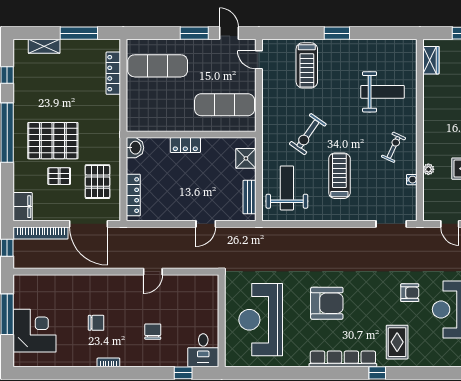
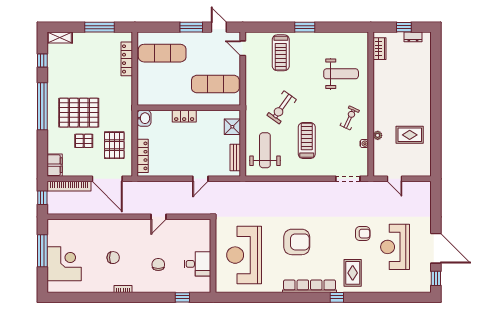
shelving: (44, 46) -> (60, 38), moved
desk: (203, 350) -> (197, 264), moved, turned -90

